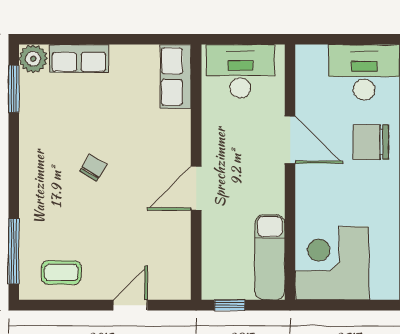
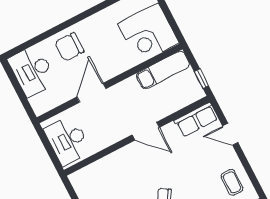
row of seats: (176, 77) -> (196, 120), moved
chair: (371, 142) -> (69, 47), turned 90

